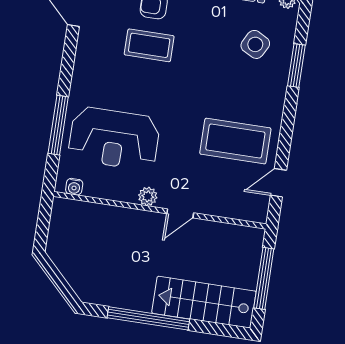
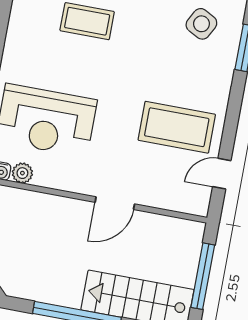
plant: (148, 196) -> (22, 173), moved
door: (180, 213) -> (115, 203), width x1.38

